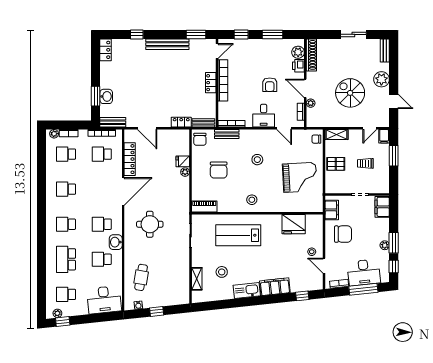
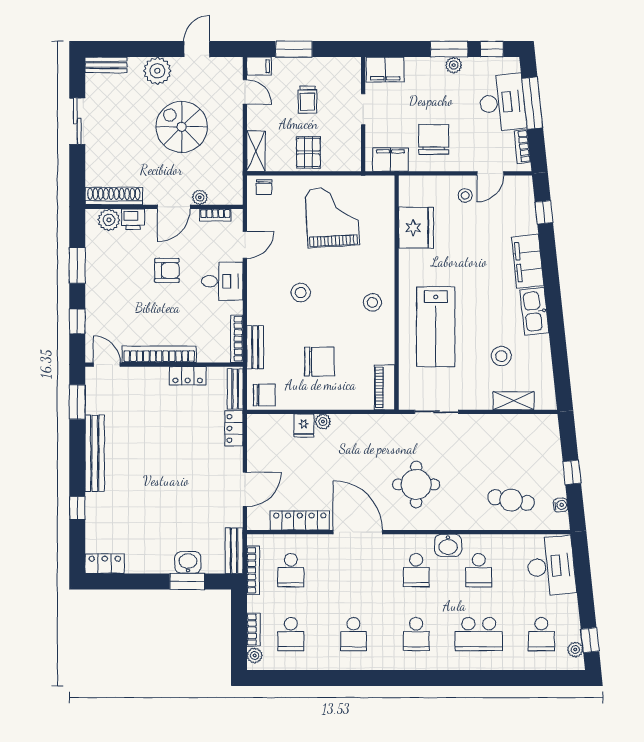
locker: (211, 83) -> (188, 376), moved
spiral stairs: (350, 93) -> (182, 127), turned 90

